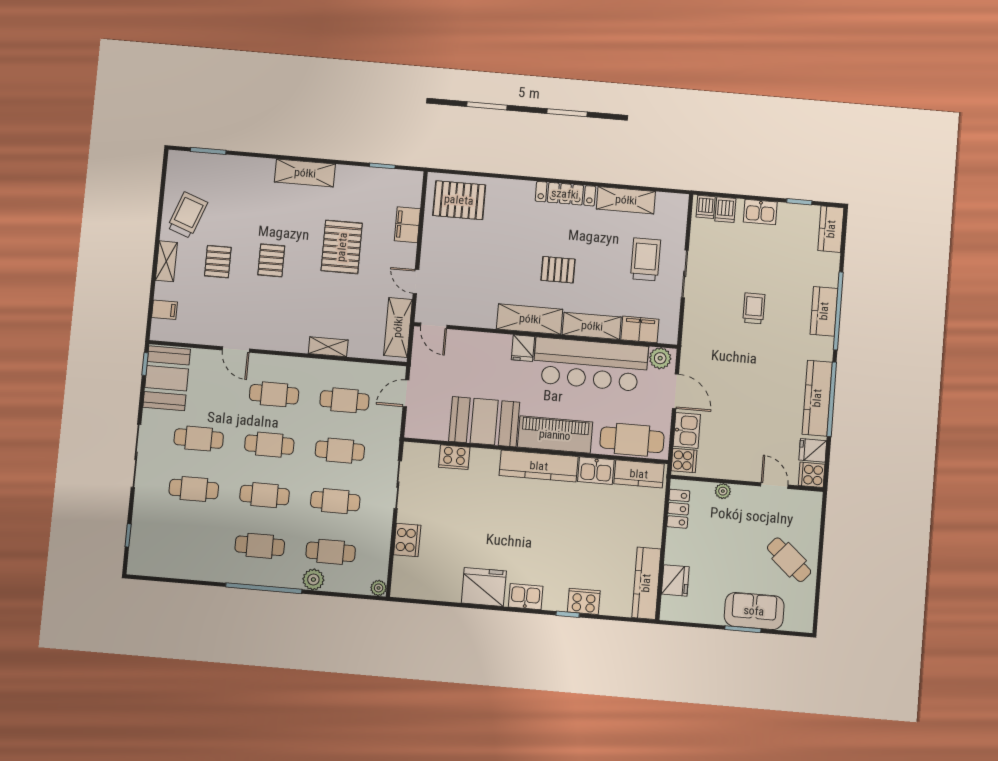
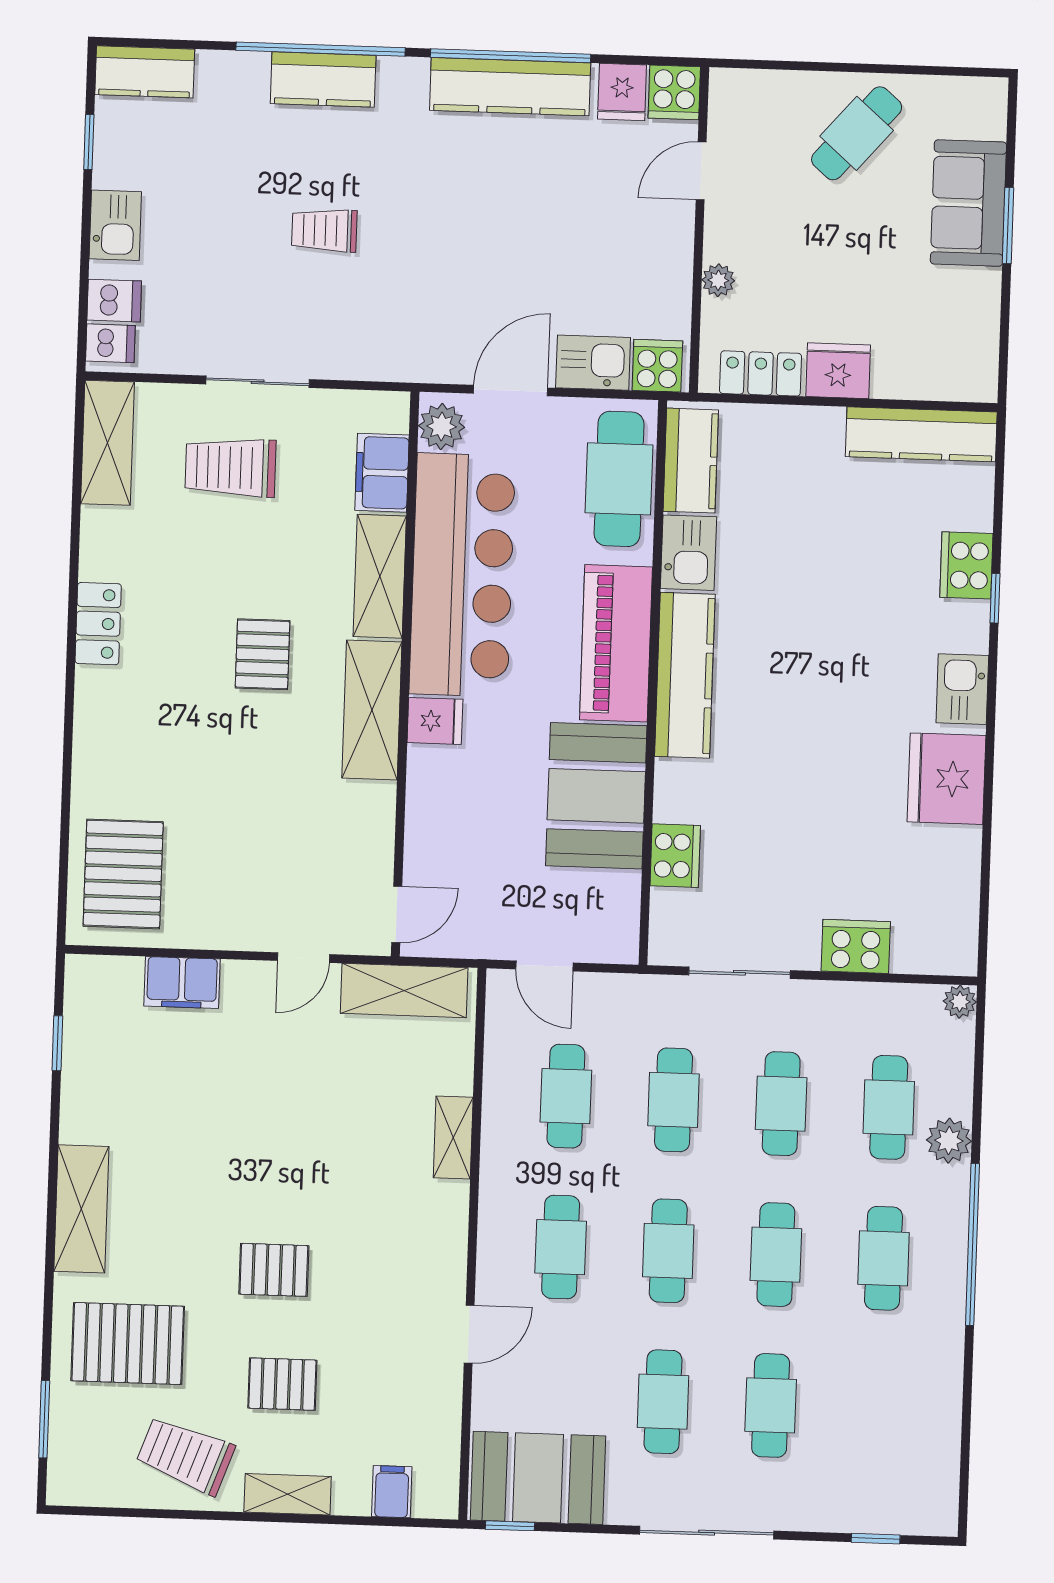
locker: (565, 194) -> (98, 624), width x0.66
shelving: (626, 200) -> (107, 443), moved
pallet: (342, 247) -> (128, 1344), moved
fridge: (675, 580) -> (838, 371), moved

